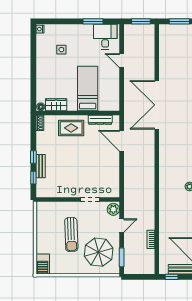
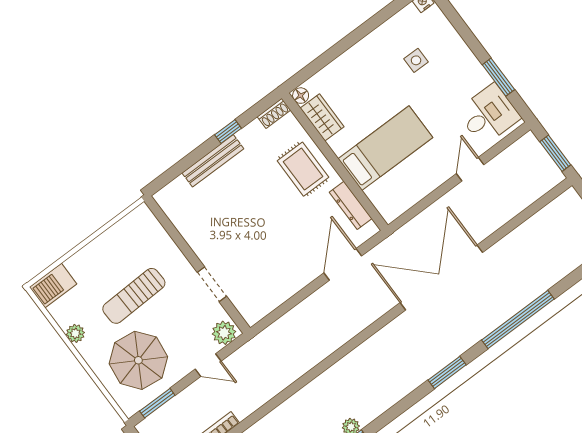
window: (33, 157) -> (228, 131), moved
bench: (41, 166) -> (213, 161), width x1.36
window: (33, 178) -> (179, 168), removed
plant: (69, 269) -> (75, 333), added

